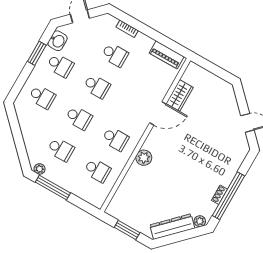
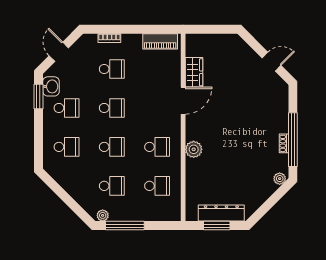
window: (37, 53) -> (38, 96), moved
dresser: (172, 227) -> (221, 213), moved, turned 45

